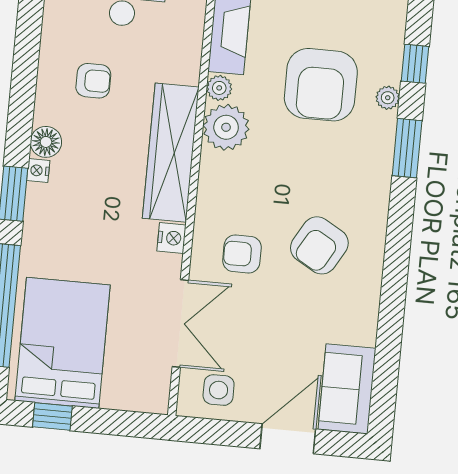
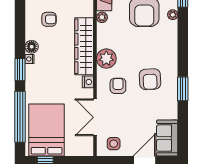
plant: (226, 127) -> (106, 59), moved
window: (407, 148) -> (183, 89), moved
armchair: (319, 245) -> (150, 79), turned -33
armchair: (242, 254) -> (118, 86), turned 90
double door: (180, 323) -> (95, 117), swing flipped

